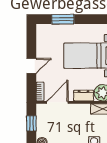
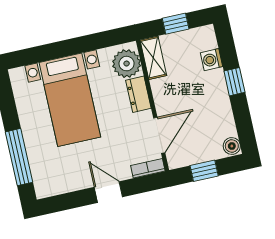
window: (63, 19) -> (19, 157), width x1.44
door: (57, 102) -> (159, 135), swing flipped

